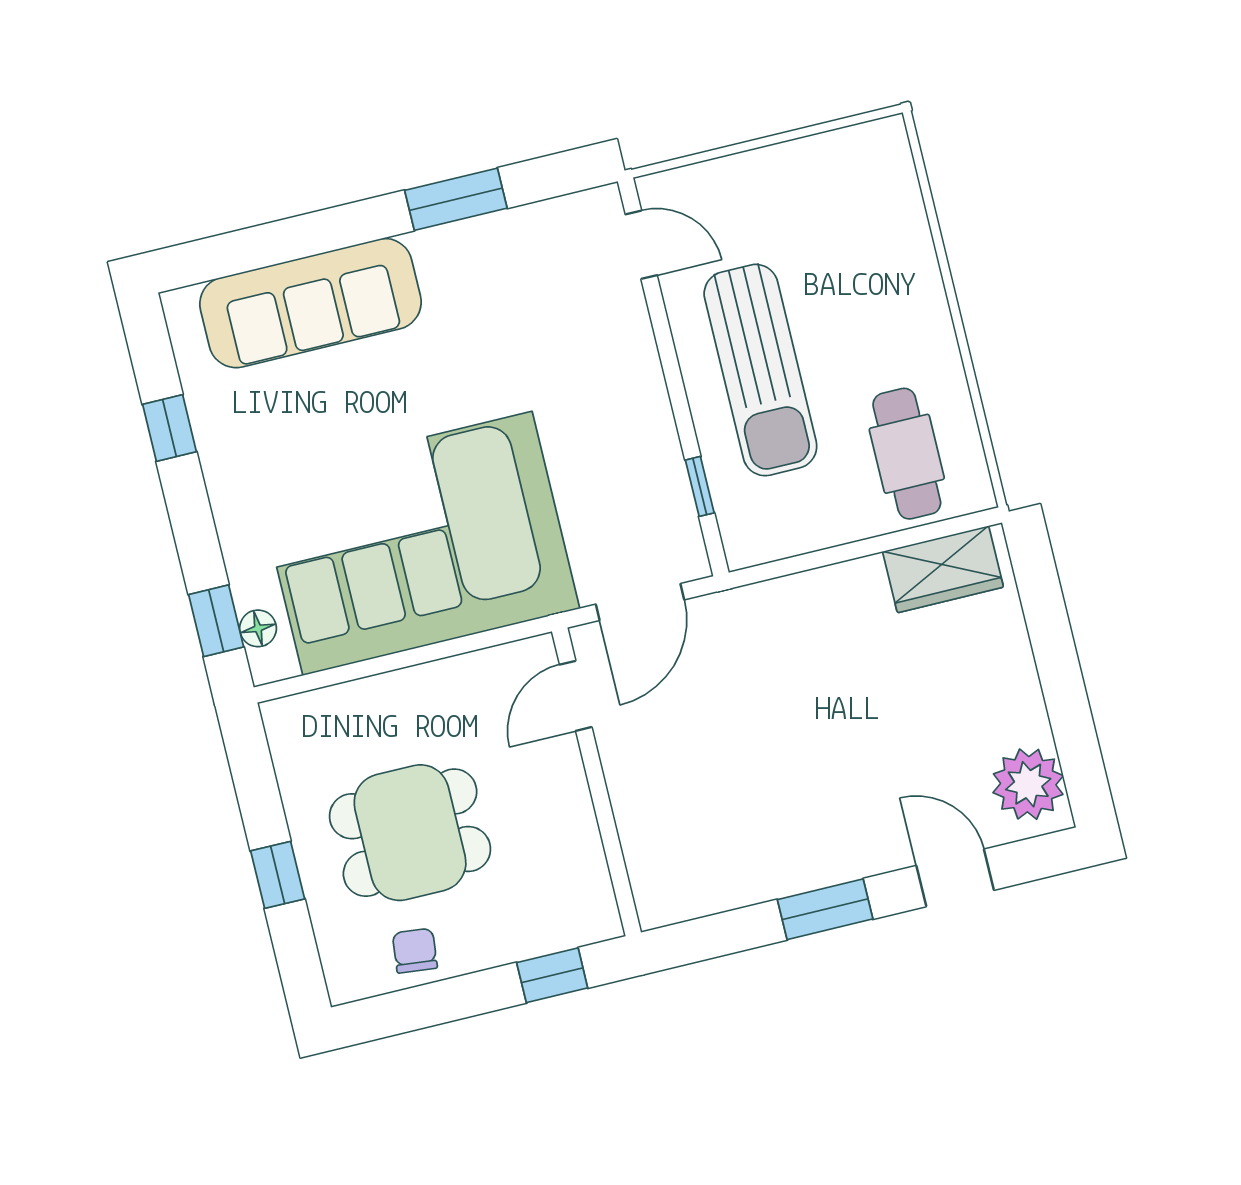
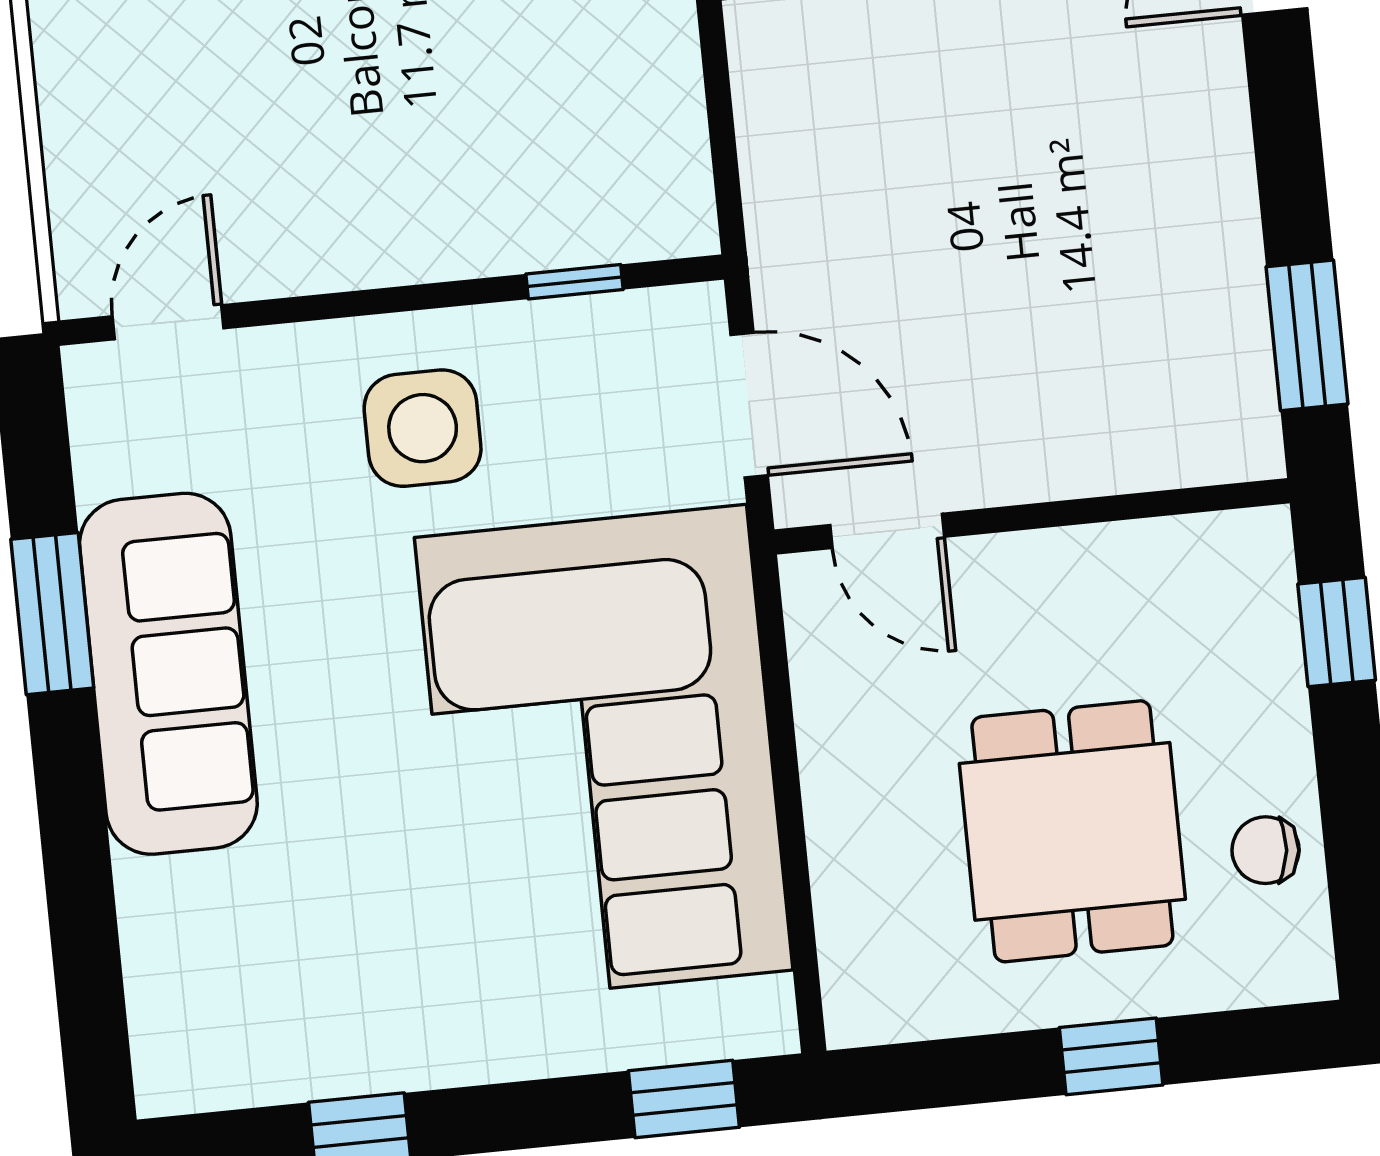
sofa: (310, 303) -> (168, 674), moved
sun lounger: (760, 370) -> (399, 157), removed
side table: (599, 407) -> (423, 428), added
floor lamp: (258, 628) -> (706, 1033), removed
window: (825, 909) -> (1307, 335), moved

